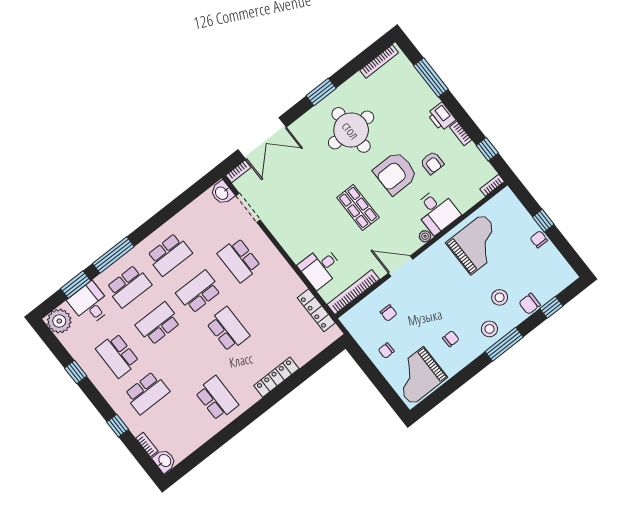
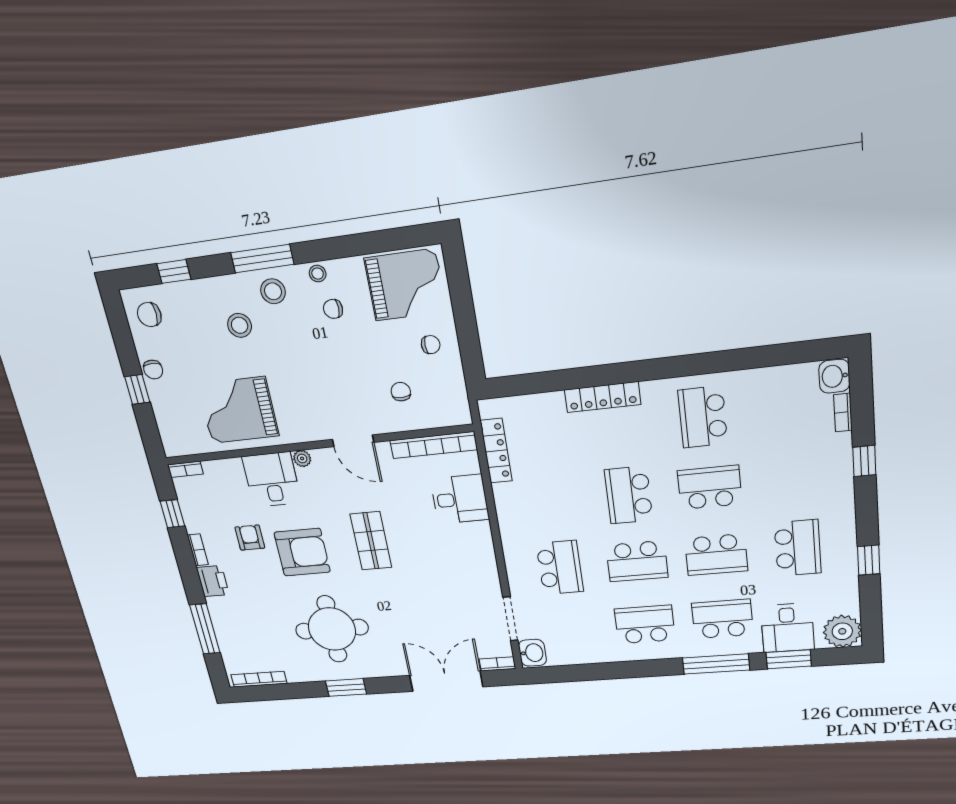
chair: (530, 304) -> (149, 315), moved, turned 180
stool: (469, 354) -> (318, 274), added
school desk: (147, 393) -> (710, 487), moved

